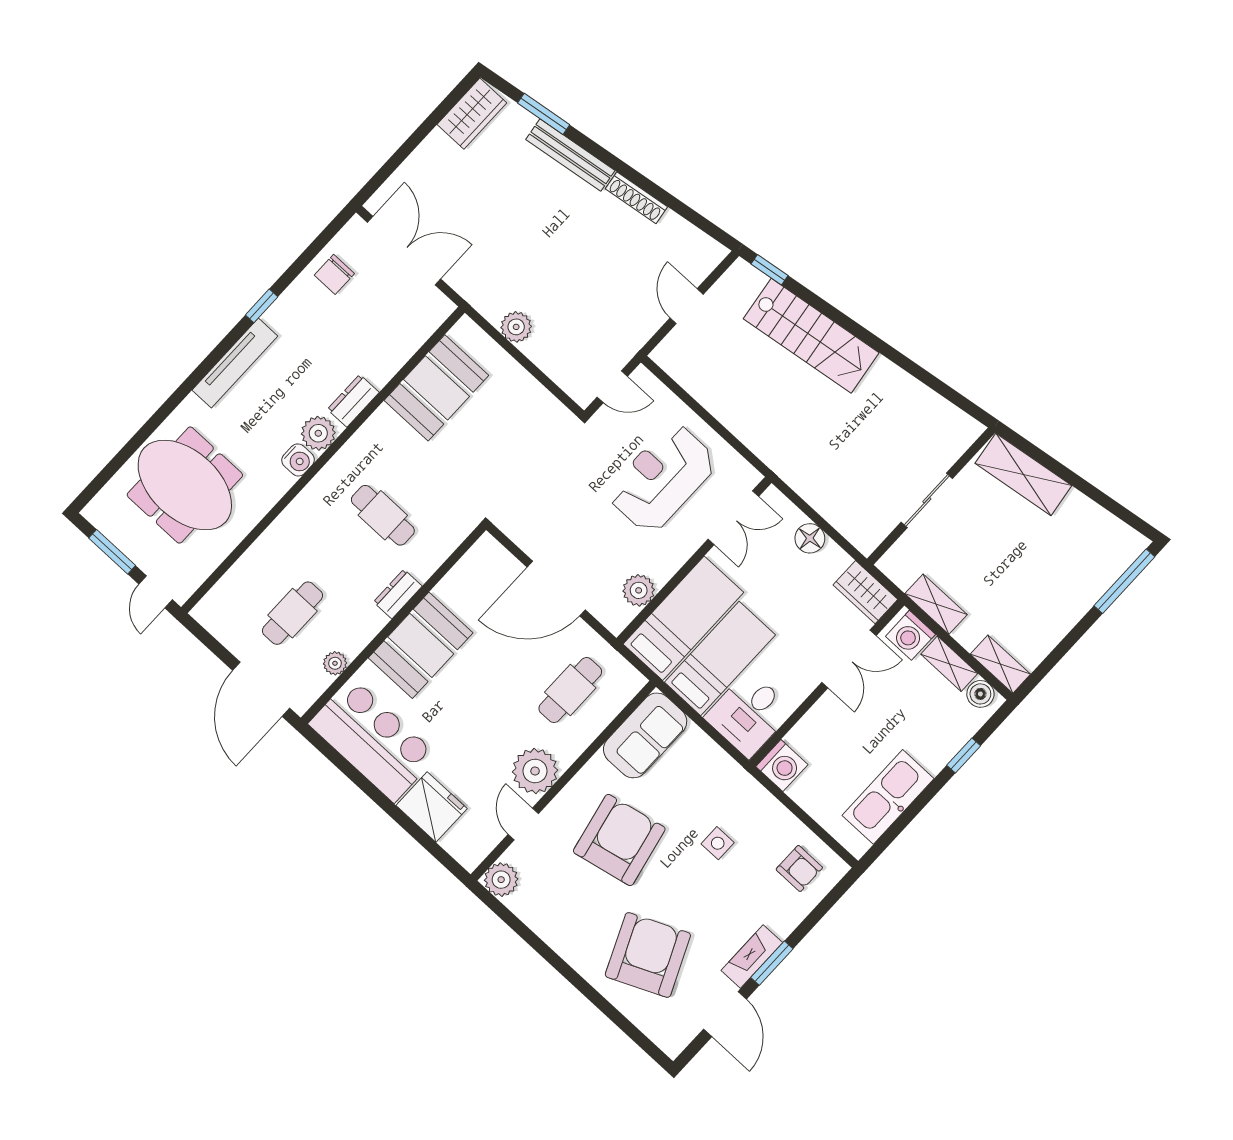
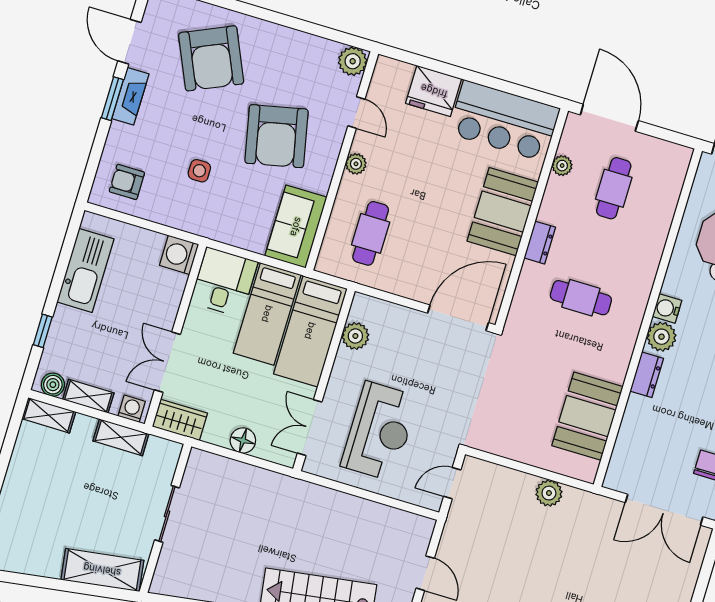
door: (556, 589) -> (458, 318), moved
washing machine: (910, 635) -> (132, 409), width x0.73, depth x0.73
plant: (535, 771) -> (356, 164), width x0.53, depth x0.53

